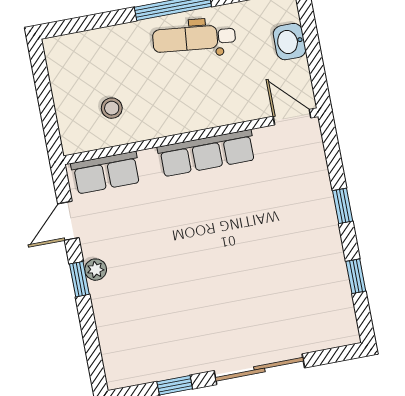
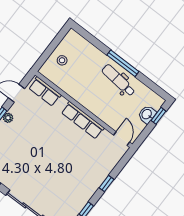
window: (308, 25) -> (158, 116), added
stool: (112, 108) -> (62, 60), moved

